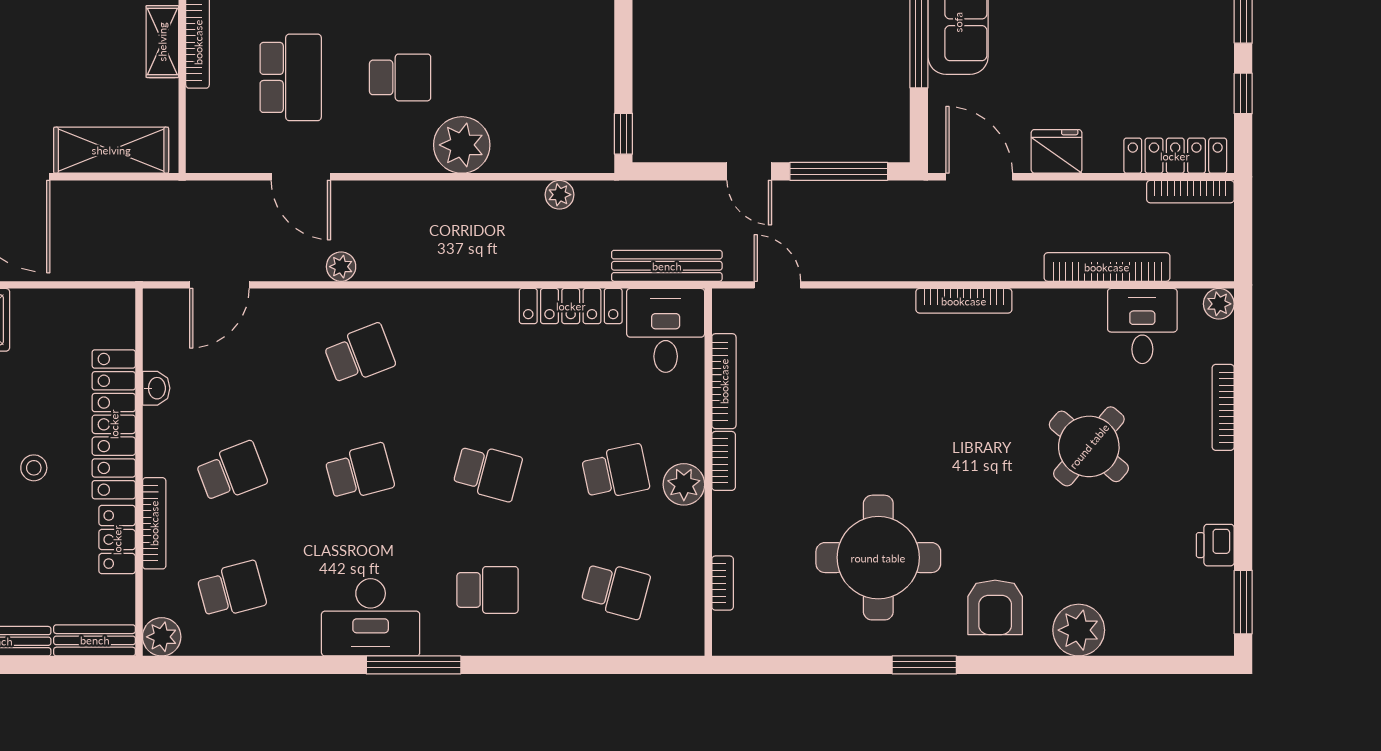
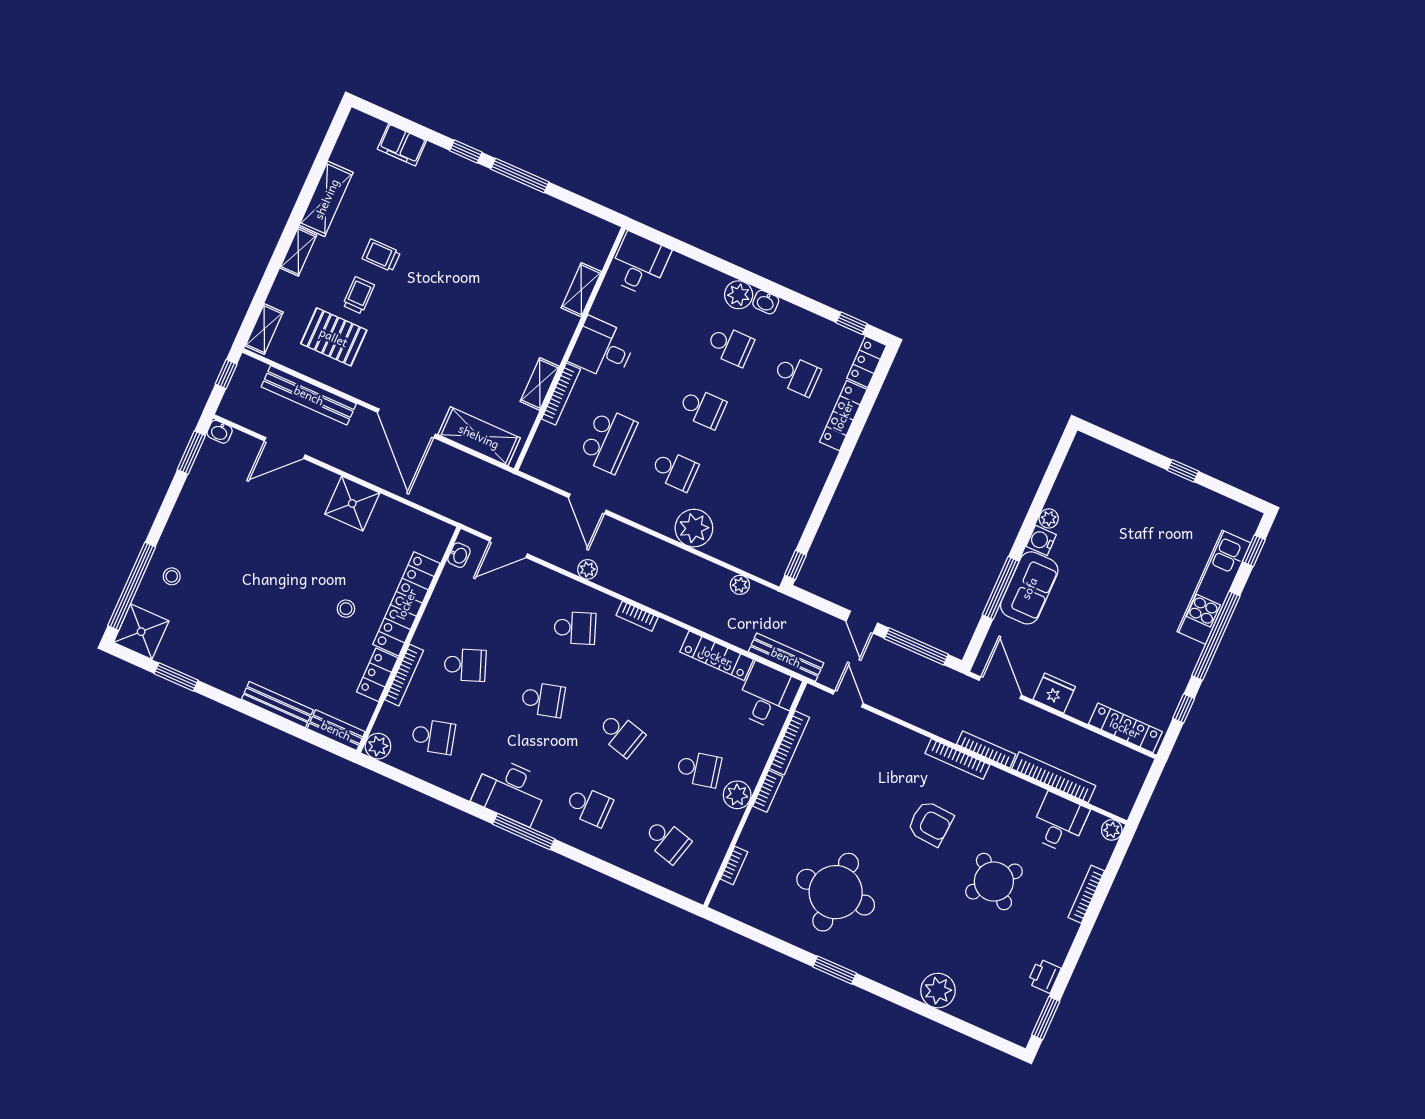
bookcase: (1190, 192) -> (986, 749), moved, turned 180
bookcase: (438, 300) -> (637, 616), added
washbasin: (156, 388) -> (459, 555), moved
armchair: (995, 607) -> (930, 823), moved, turned -86

